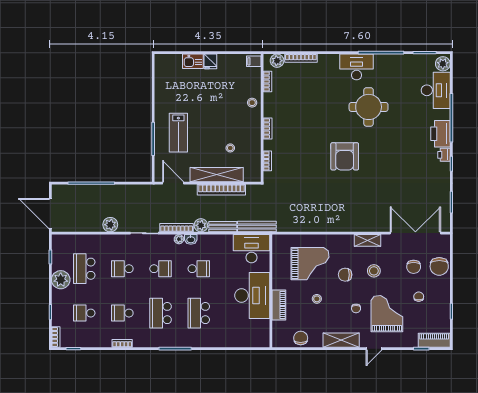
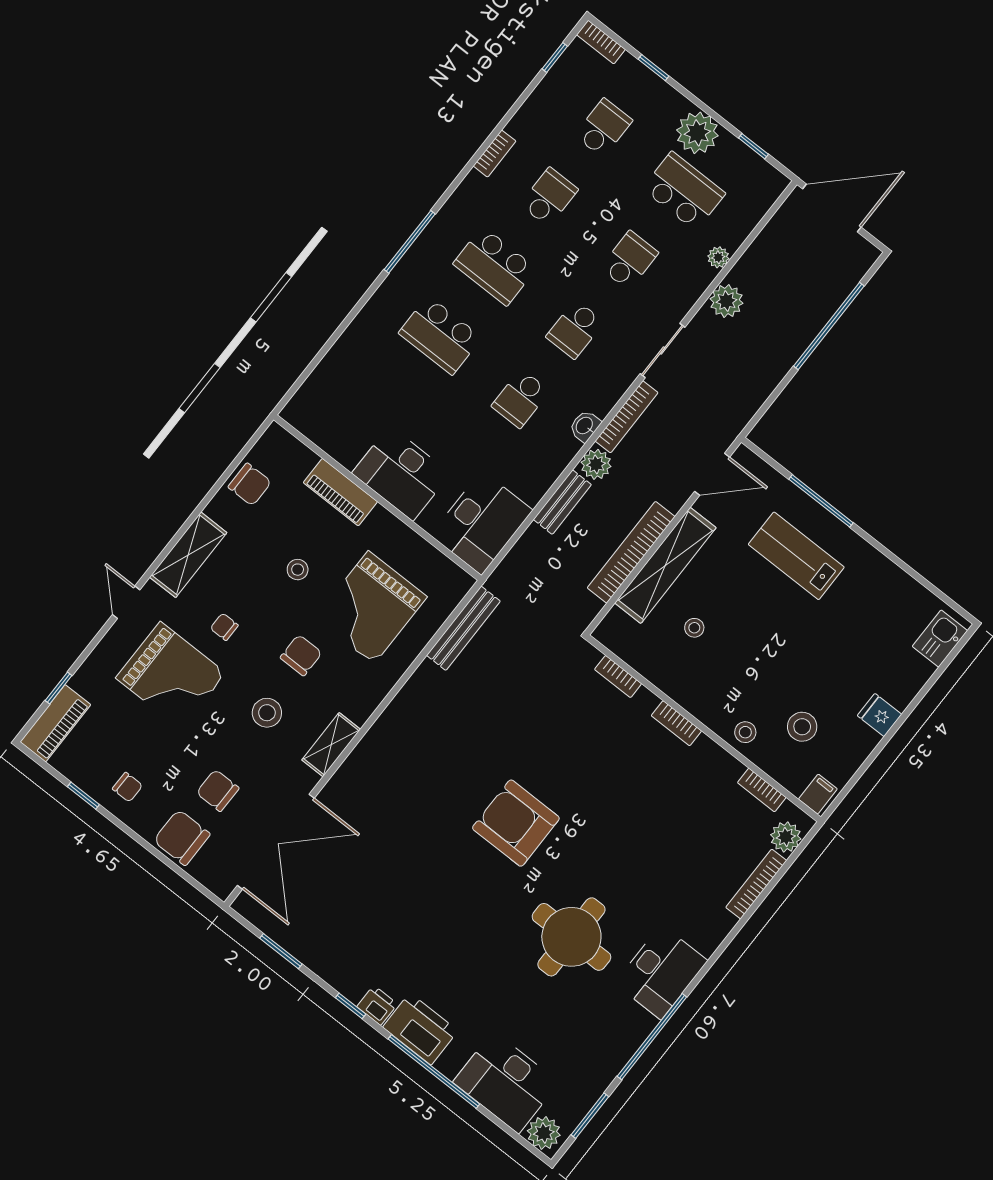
kitchen sink: (193, 61) -> (940, 639), moved
stool: (235, 85) -> (802, 727), added
bench: (257, 227) -> (463, 628), moved
plant: (179, 239) -> (718, 257), moved
desk: (252, 296) -> (401, 473), width x0.73, depth x0.77
chair: (419, 297) -> (127, 787), moved
school desk: (161, 313) -> (495, 266), turned 180
school desk: (199, 313) -> (440, 335), turned 180

